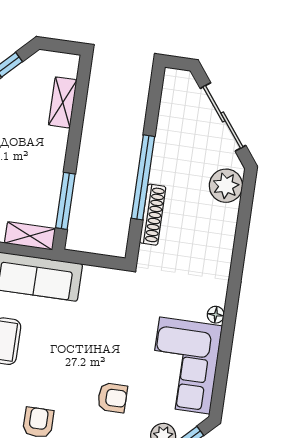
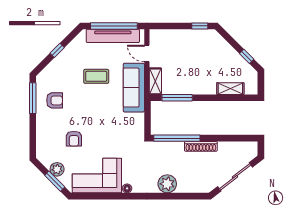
window: (143, 177) -> (177, 138), moved
plant: (226, 186) -> (167, 184), moved
shoe rack: (153, 215) -> (201, 146), moved

